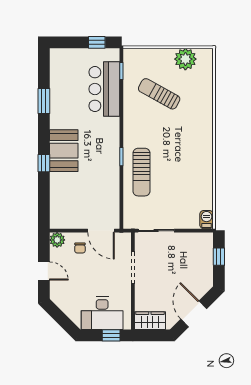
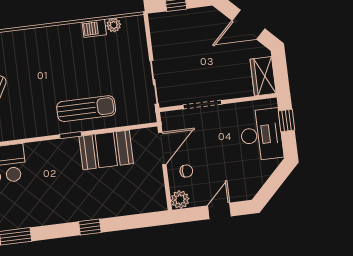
booth: (64, 151) -> (106, 150), moved
plant: (207, 203) -> (114, 25), added
barbecue: (207, 220) -> (94, 28), moved

